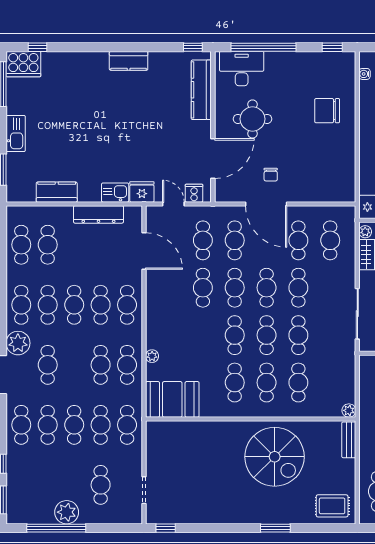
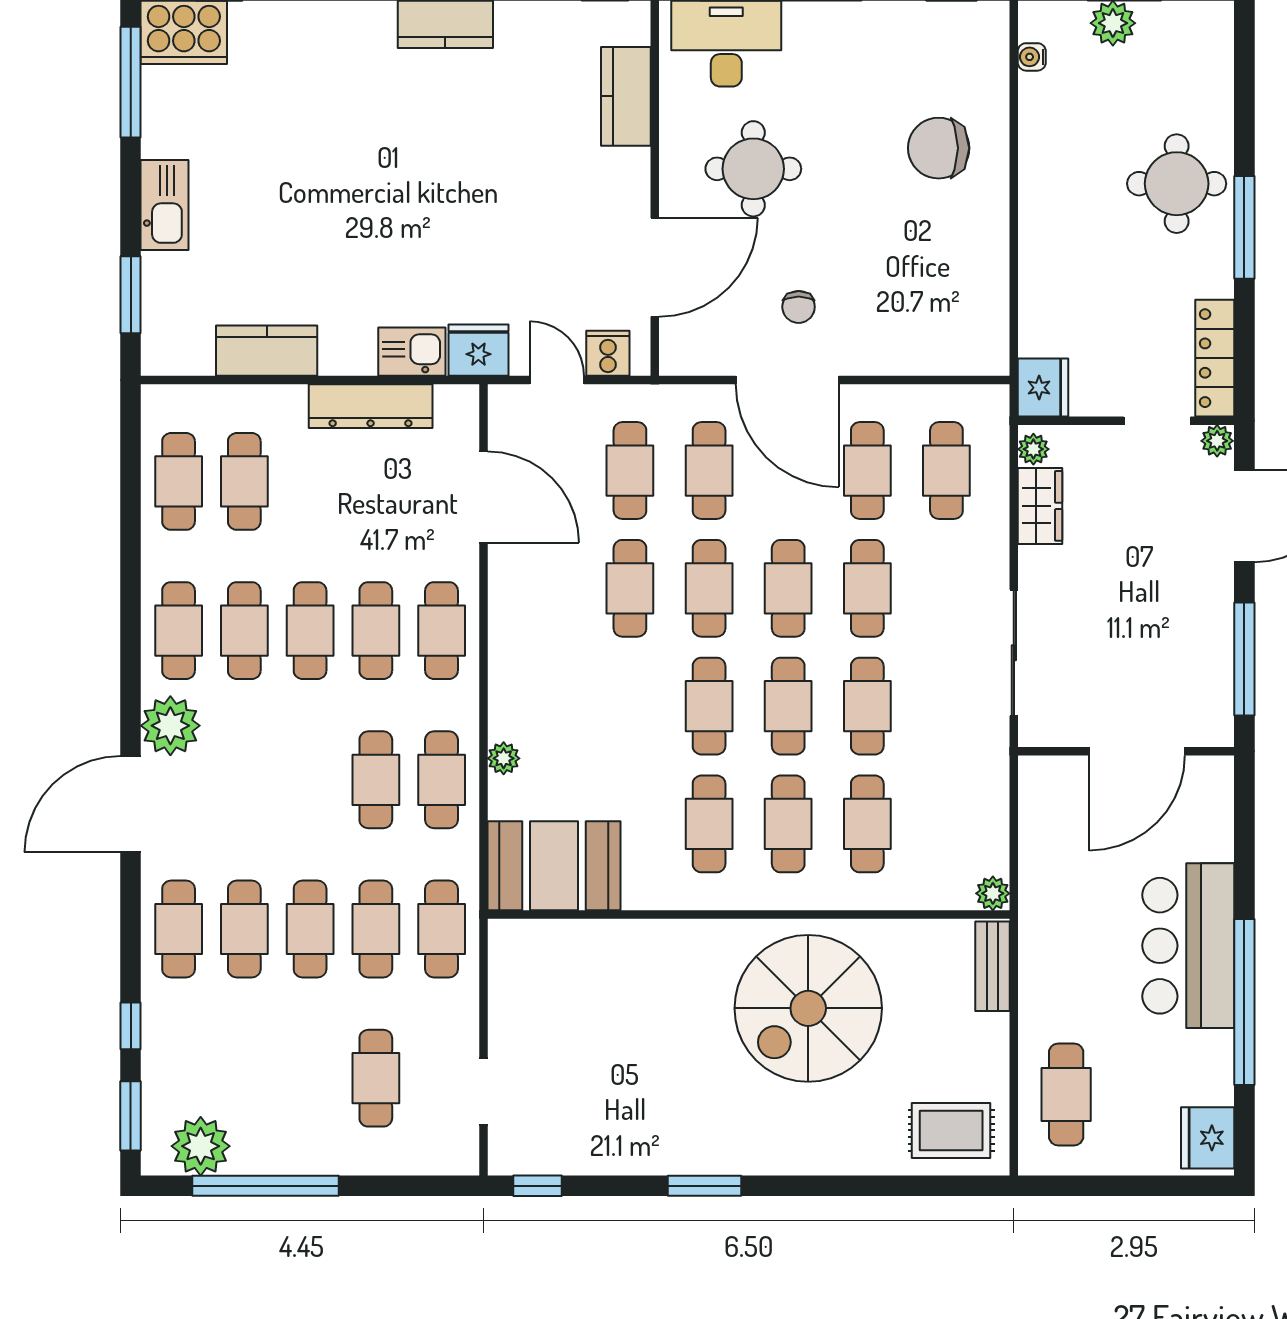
kitchen counter: (201, 90) -> (626, 96), width x0.67
cafe table: (48, 365) -> (244, 780), removed
spiral stairs: (275, 457) -> (808, 1008), turned 90
plant: (67, 512) -> (201, 1146), moved
window: (275, 528) -> (704, 1186), moved

